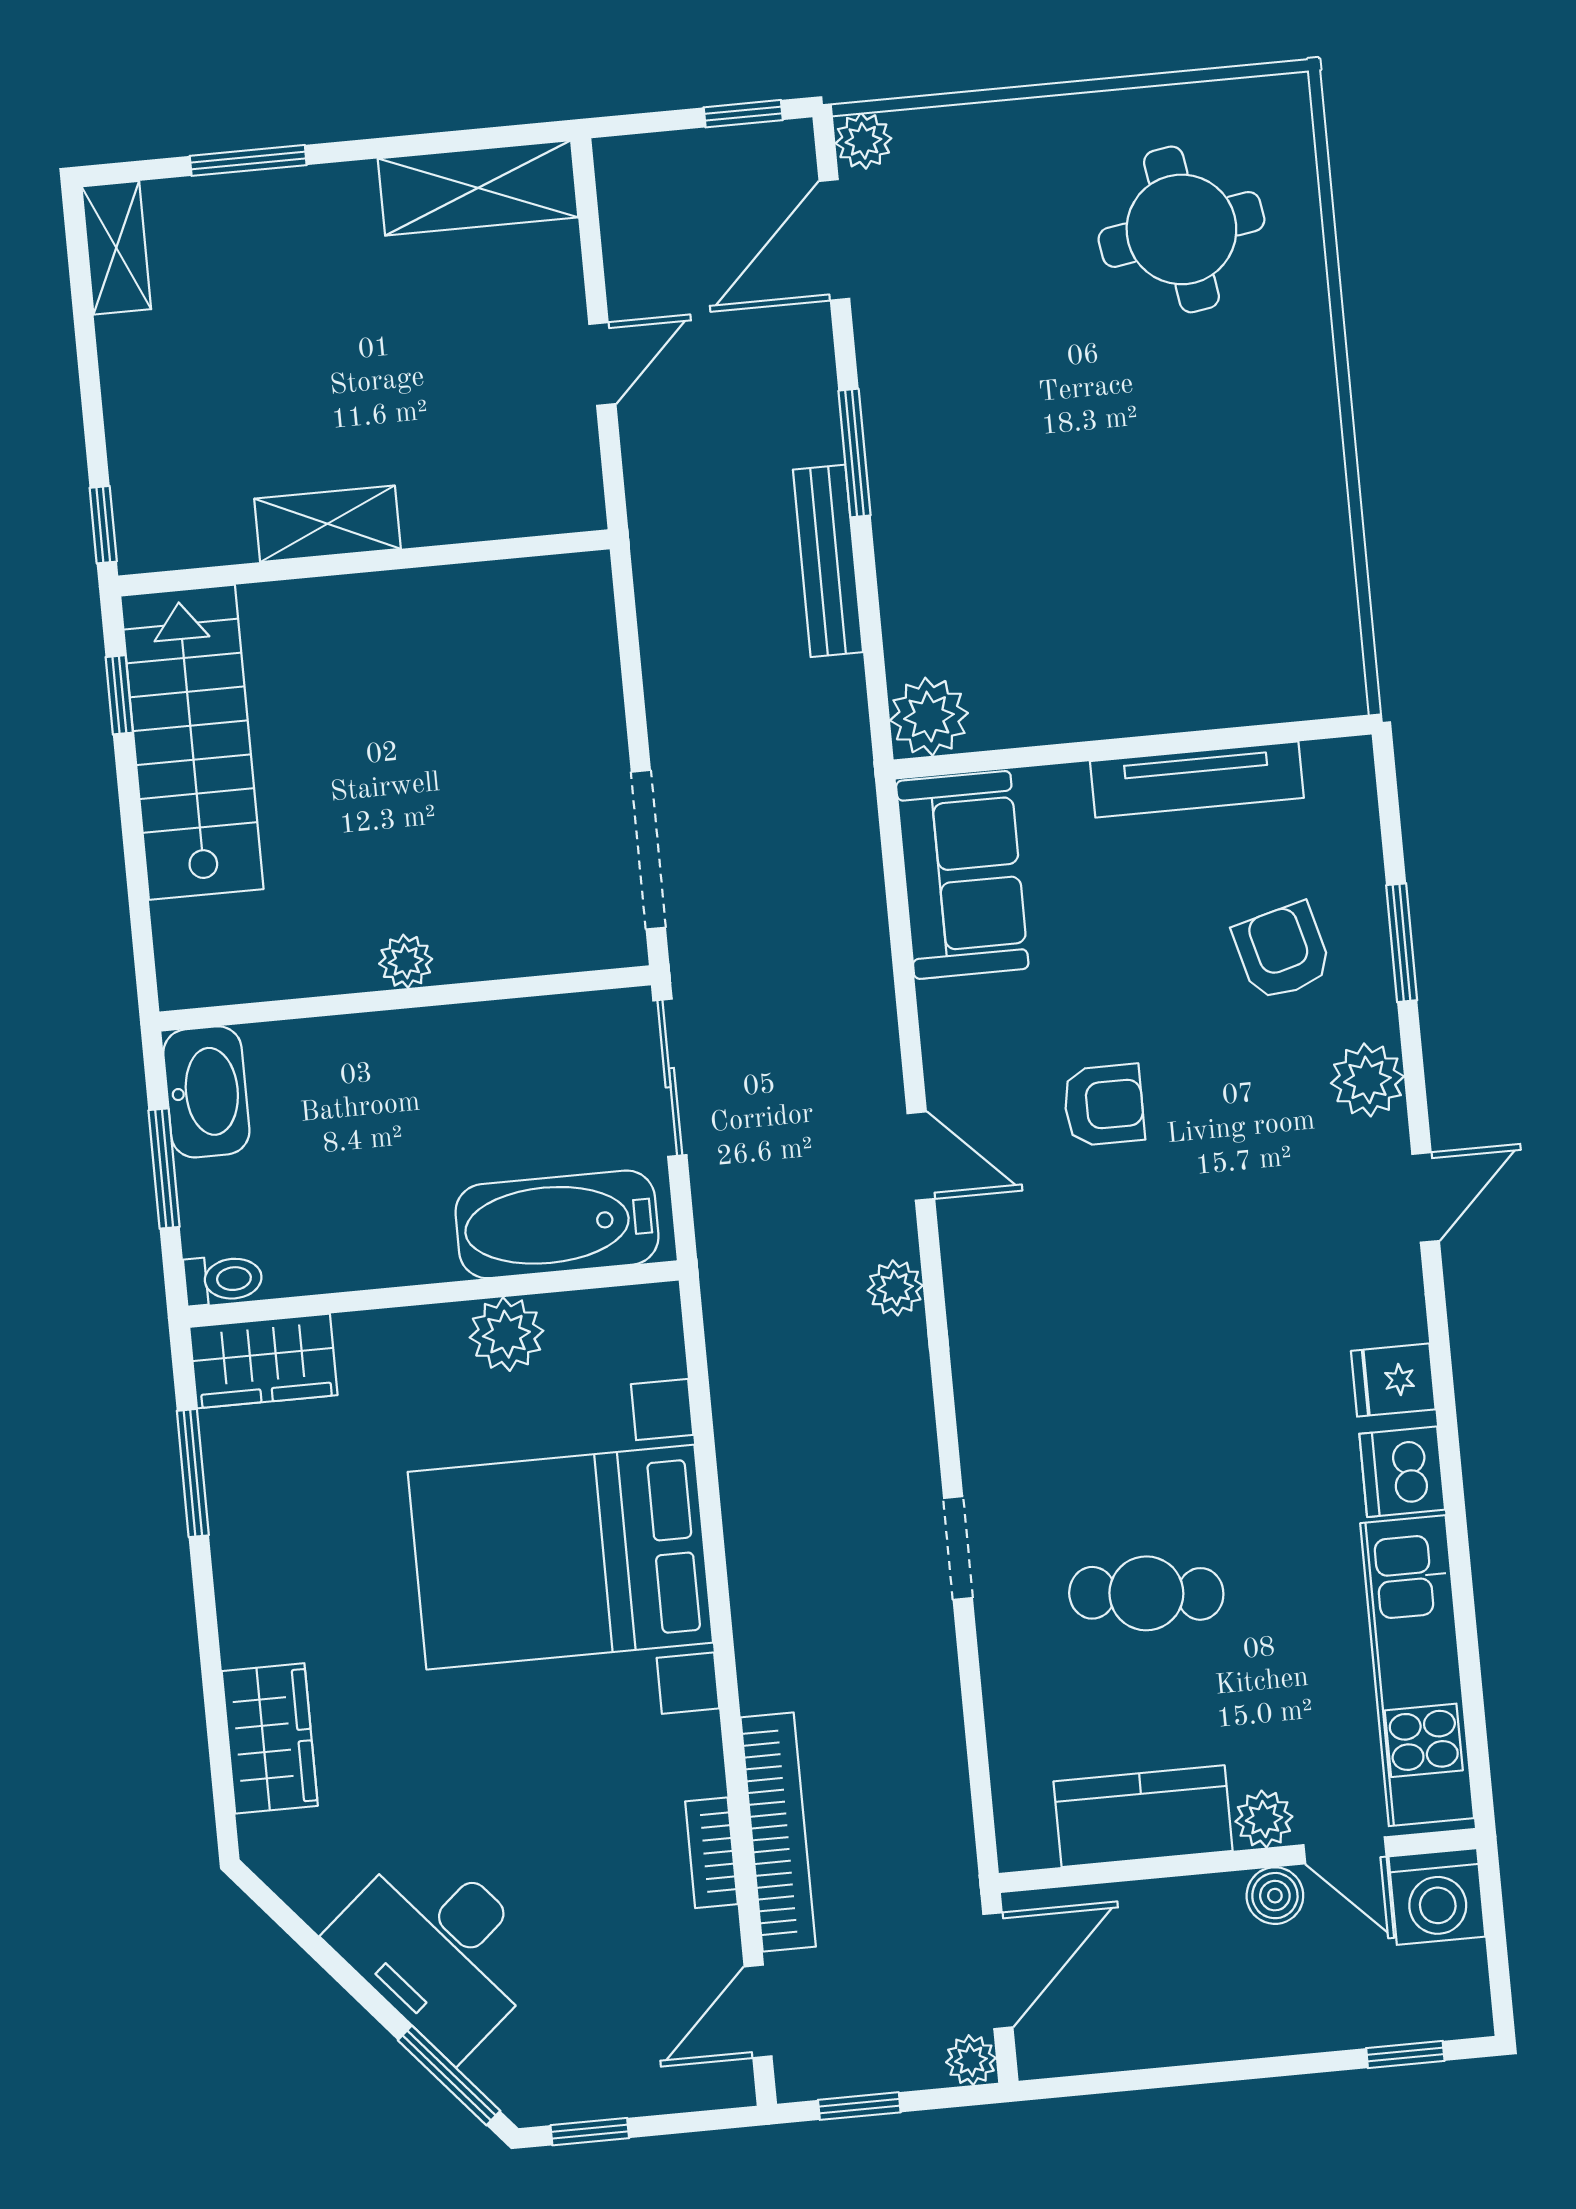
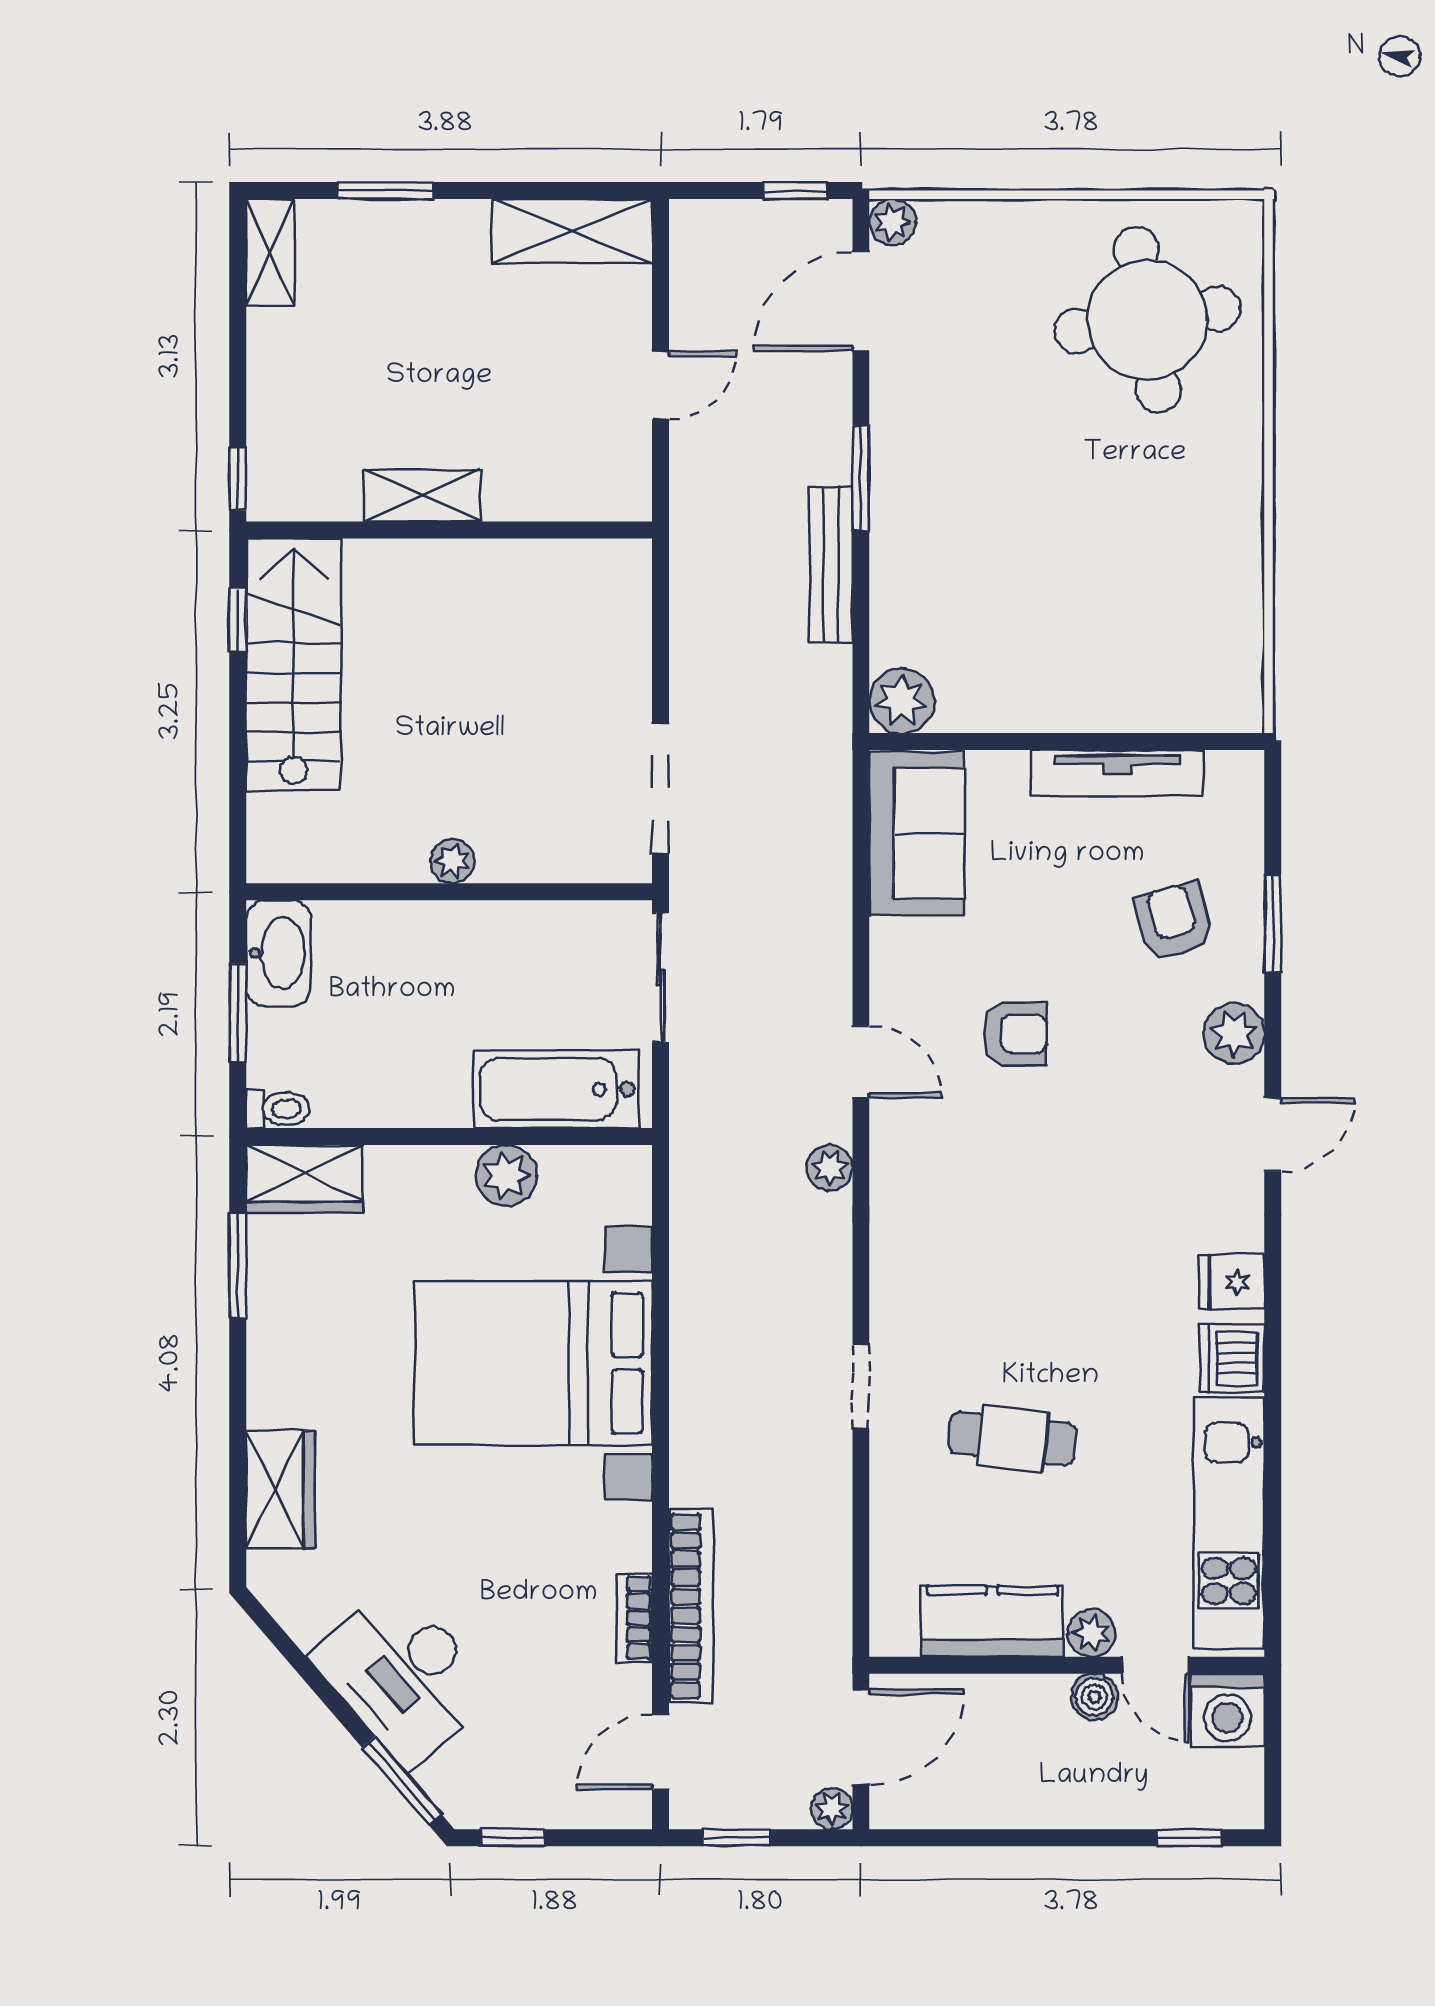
round table: (1181, 229) -> (1147, 320), width x1.36, depth x1.36

